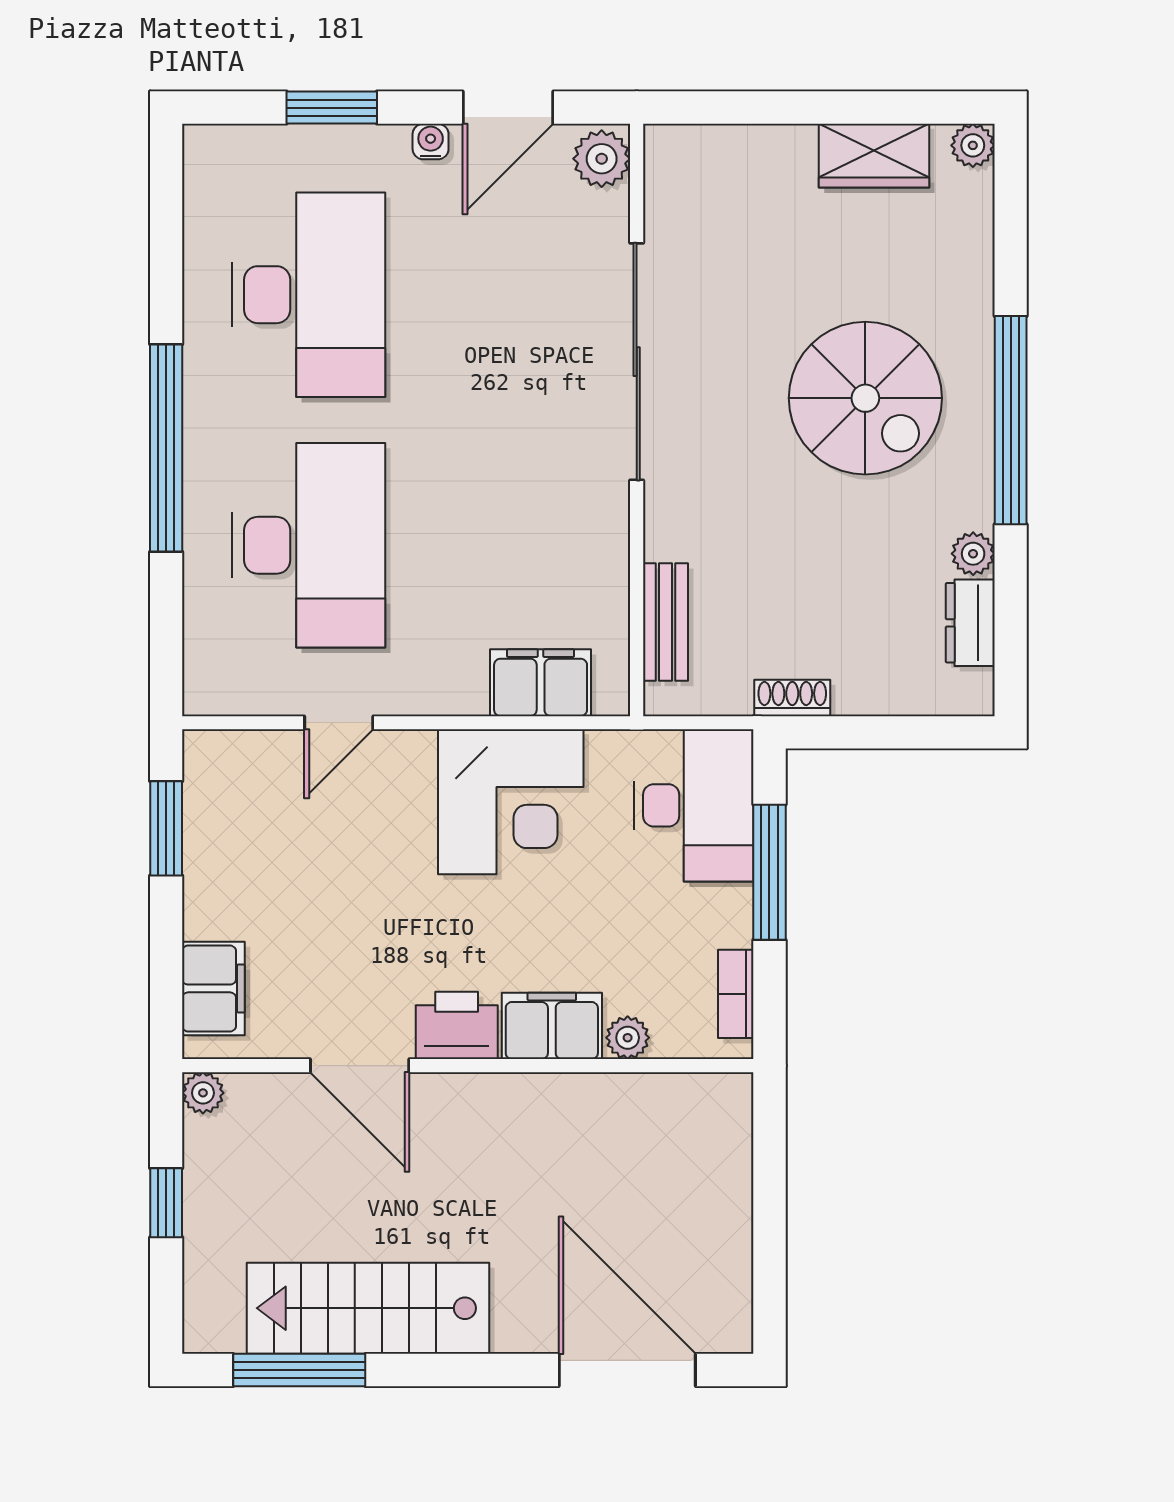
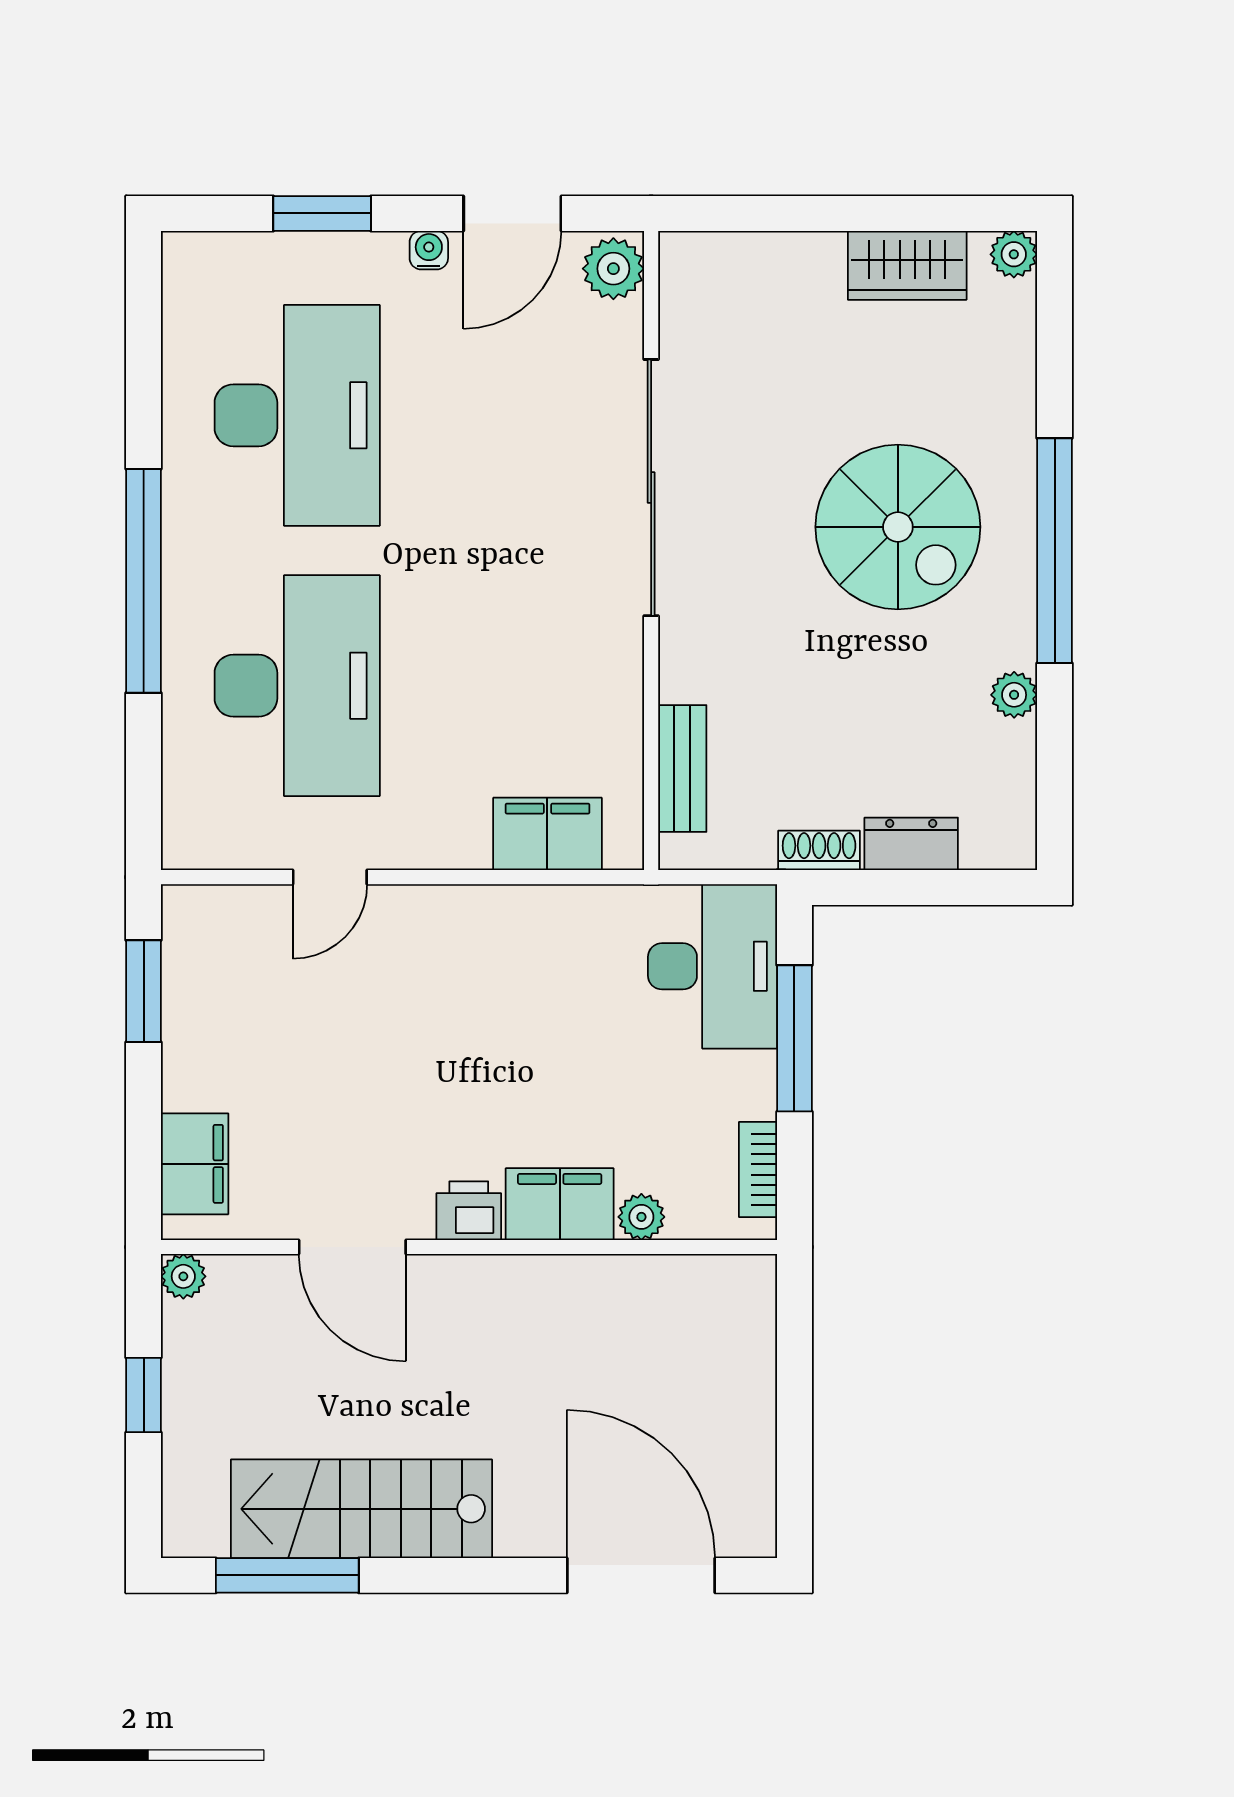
dresser: (970, 623) -> (911, 844), moved, turned 90
corner desk: (511, 802) -> (515, 962), removed
printer: (457, 1025) -> (469, 1211), width x0.73, depth x0.81

